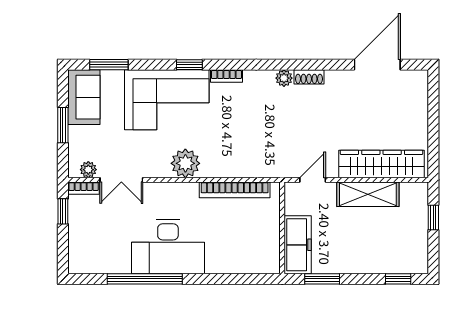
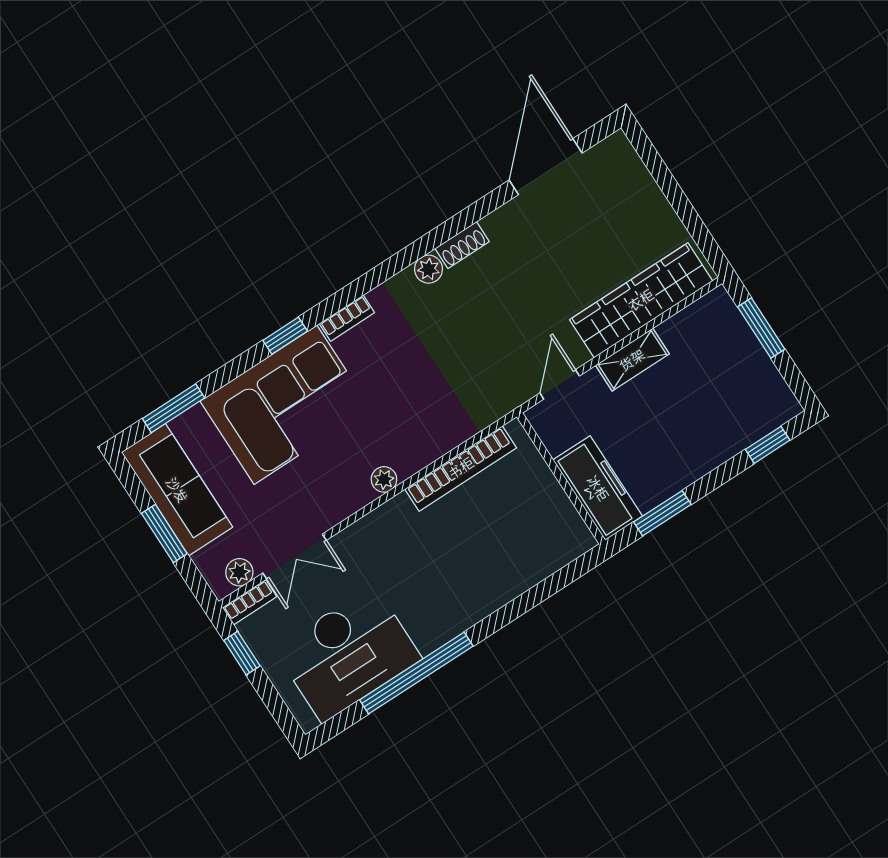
sofa: (84, 97) -> (177, 490), width x1.36
plant: (185, 163) -> (384, 479), width x0.53, depth x0.53
shelving: (368, 194) -> (632, 360), width x0.67, depth x0.75
window: (433, 218) -> (761, 328), width x1.50
desk: (168, 247) -> (348, 654), moved

